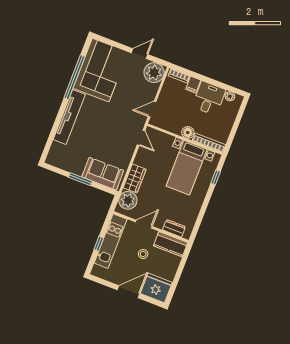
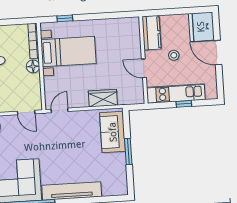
plant: (128, 200) -> (128, 95), removed
dresser: (174, 228) -> (134, 36), removed

